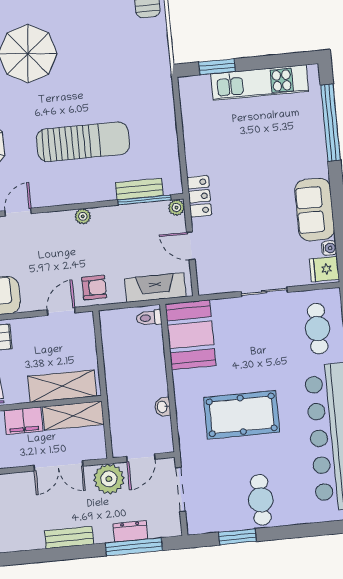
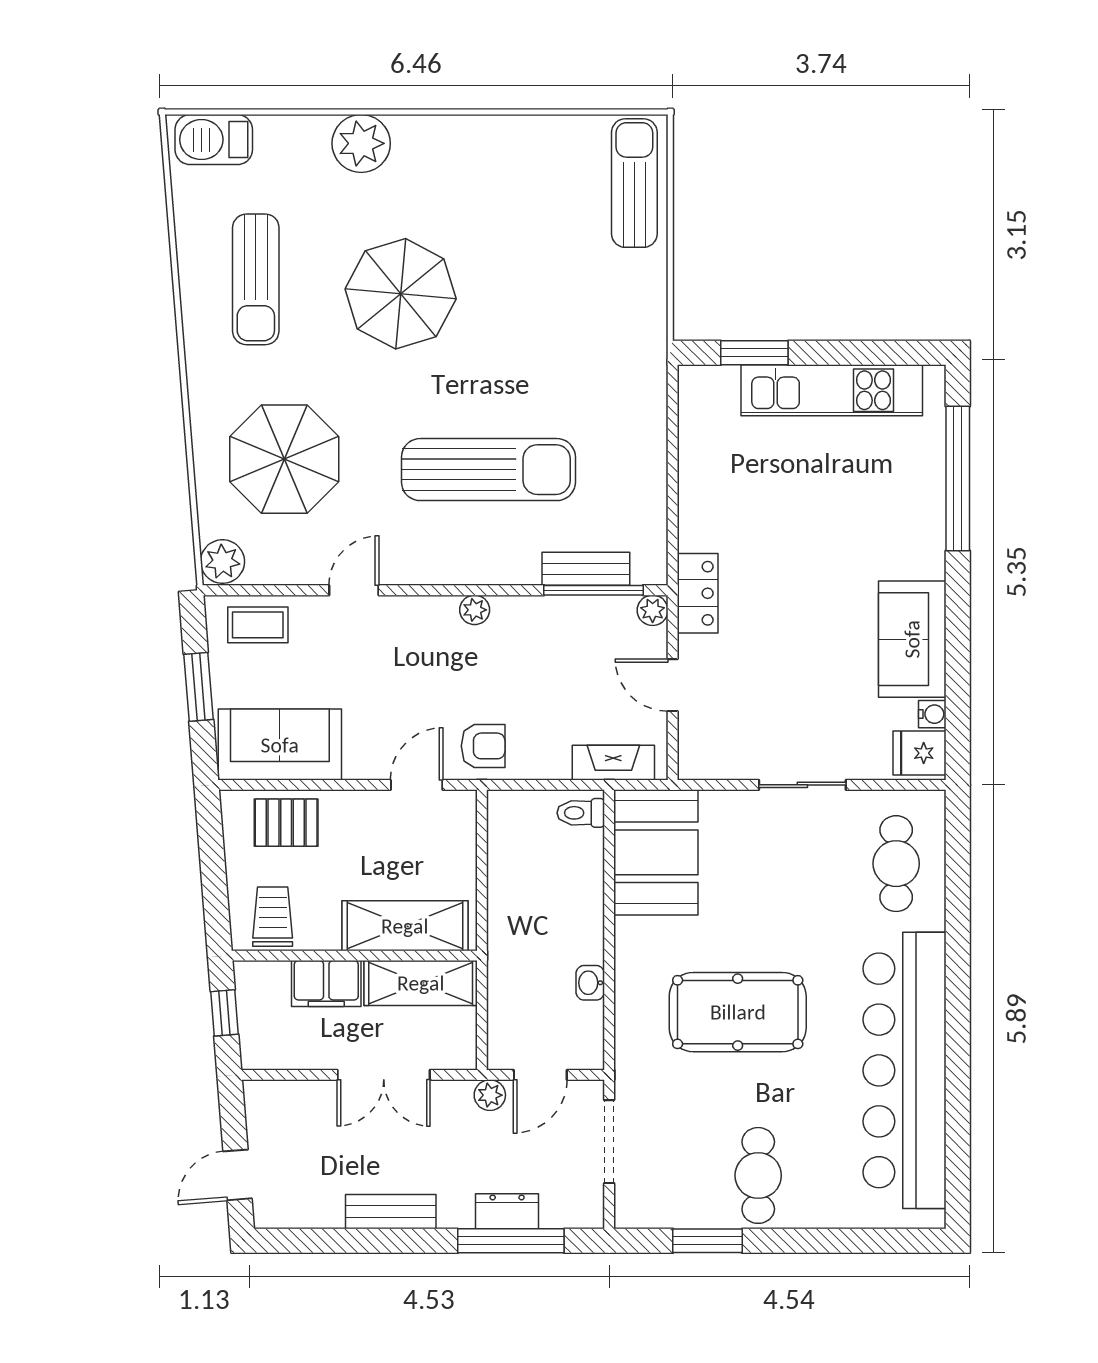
fireplace: (155, 288) -> (613, 763), width x0.73, depth x0.76
plant: (109, 479) -> (490, 1095), width x0.53, depth x0.53

